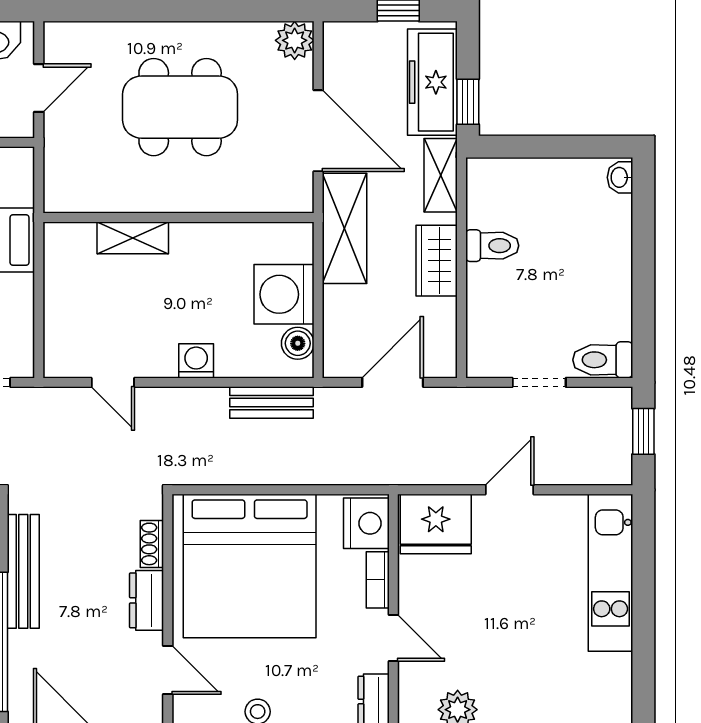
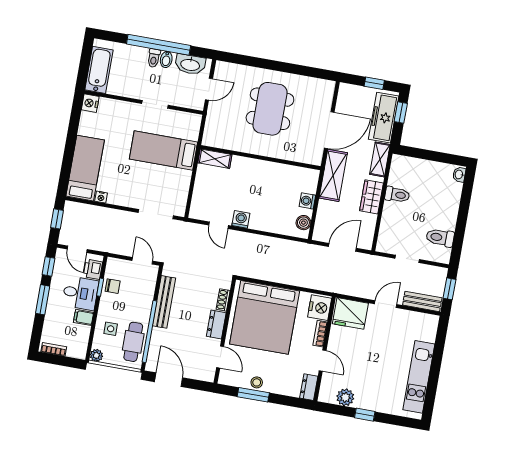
plant: (295, 40) -> (326, 88), removed
window: (468, 102) -> (401, 113), moved
dining table: (180, 107) -> (270, 109), turned 90
door: (318, 131) -> (329, 130), hinge flipped
shelving: (133, 238) -> (215, 159), moved
washing machine: (284, 294) -> (307, 201), width x0.53, depth x0.53
toilet: (603, 360) -> (440, 238), moved
washing machine: (196, 361) -> (241, 219), moved
bench: (271, 403) -> (422, 301), moved
kitchen unit: (611, 573) -> (419, 377), moved

